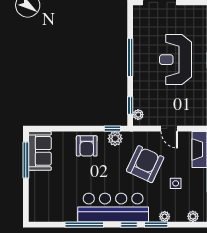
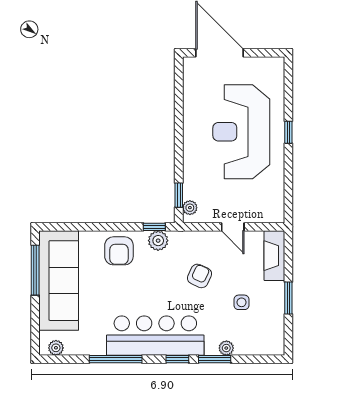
window: (130, 57) -> (179, 129), removed
reception desk: (175, 60) -> (241, 132), width x1.36, depth x1.30
sofa: (40, 151) -> (59, 281), width x1.85, depth x1.27
armchair: (145, 164) -> (199, 276), width x0.53, depth x0.53
plant: (193, 216) -> (56, 348), moved

